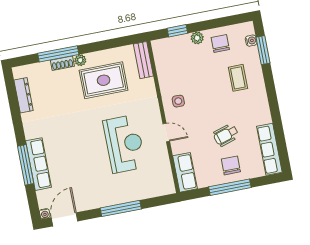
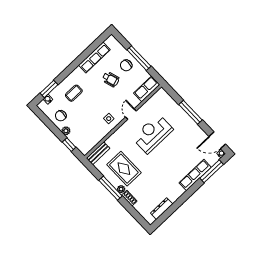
window: (58, 54) -> (110, 188), moved
row of seats: (269, 149) -> (94, 57), moved
window: (26, 165) -> (212, 171), moved

